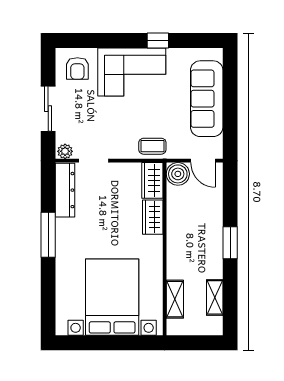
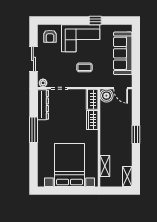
coffee table: (152, 146) -> (84, 67), moved
shelving: (215, 297) -> (127, 176), moved

